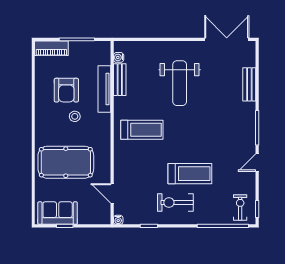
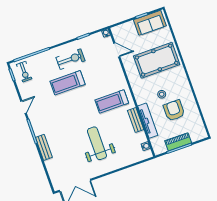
piano: (51, 48) -> (178, 142), moved
bench: (120, 80) -> (136, 120), moved
bench: (249, 84) -> (44, 147), moved

